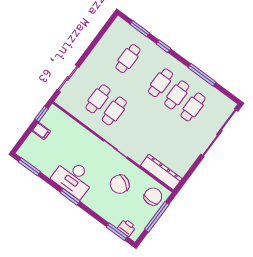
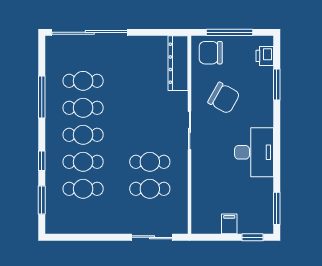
cafe table: (144, 71) -> (83, 162), added
window: (42, 114) -> (252, 237), moved
window: (70, 197) -> (277, 141), removed
window: (117, 232) -> (277, 85), moved

